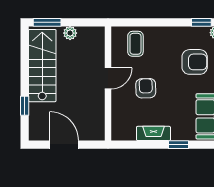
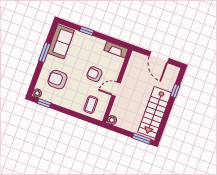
plant: (70, 33) -> (112, 120), moved
armchair: (146, 88) -> (94, 74), turned 96
fireplace: (153, 133) -> (116, 50), moved

